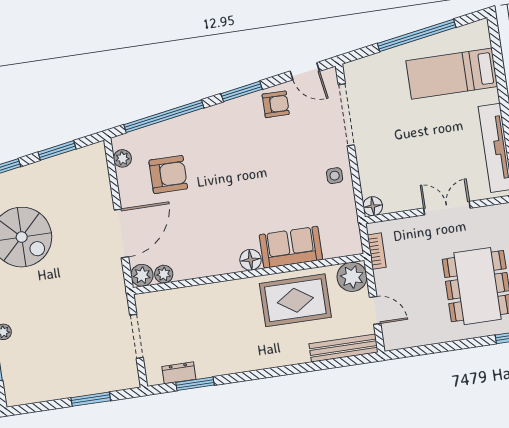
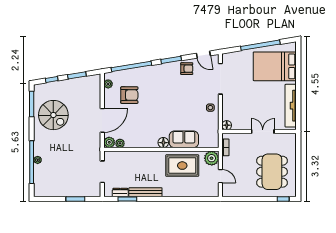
bed: (452, 74) -> (275, 66), width x1.50
bench: (344, 348) -> (145, 192), moved

